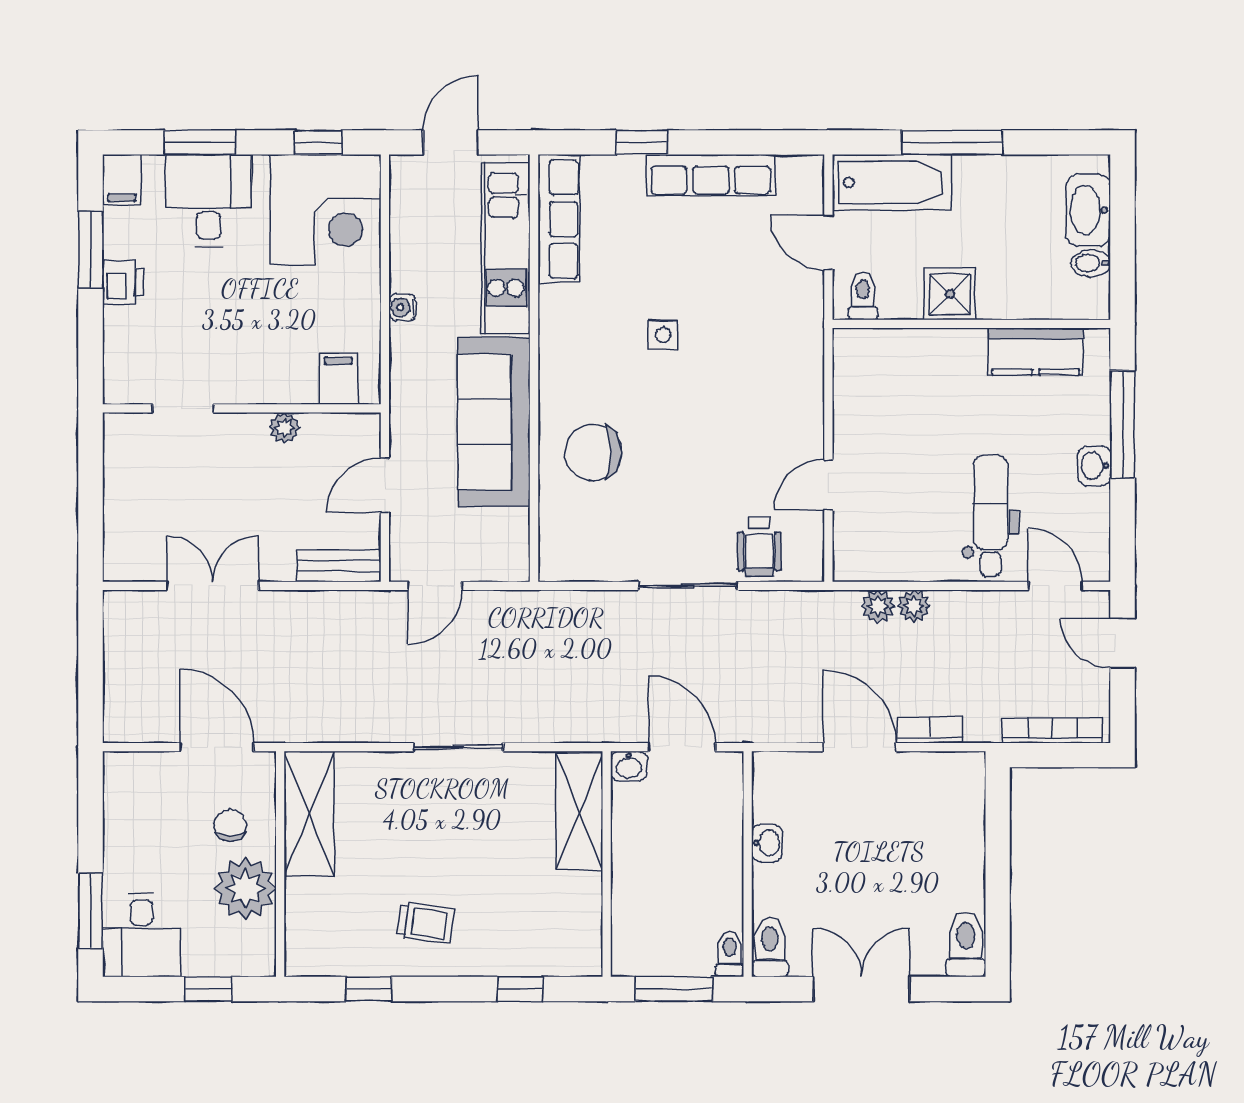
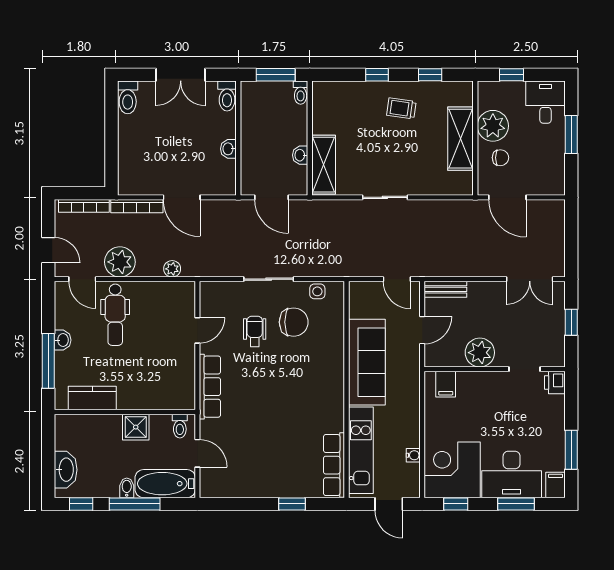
door: (451, 142) -> (389, 504), hinge flipped
window: (1058, 142) -> (81, 504), added
row of seats: (711, 175) -> (210, 387), moved, turned 90
desk: (208, 201) -> (512, 474), width x1.37
bidet: (1091, 263) -> (127, 488), moved, turned -90
printer: (123, 282) -> (555, 382), moved
water cooler: (403, 307) -> (413, 455), moved
side table: (663, 335) -> (317, 291), moved
plant: (284, 428) -> (480, 353), width x1.87, depth x1.87
chair: (593, 453) -> (294, 322), moved
window: (91, 501) -> (571, 322), added
wheelchair: (759, 547) -> (255, 331), moved
double door: (213, 586) -> (530, 279), moved
door: (435, 586) -> (397, 279), swing flipped
plant: (914, 606) -> (120, 262), moved, width x1.88, depth x1.88
bookcase: (929, 730) -> (137, 206), width x1.56
washbasin: (629, 766) -> (300, 155), moved, turned -90
shelving: (309, 814) -> (461, 139), moved
chair: (230, 825) -> (500, 158), turned -90
window: (91, 911) -> (571, 135), moved
toilet: (730, 954) -> (301, 93), moved
window: (520, 989) -> (377, 75), moved

